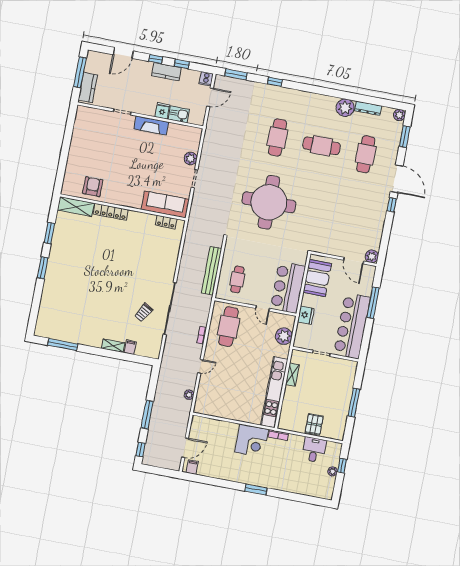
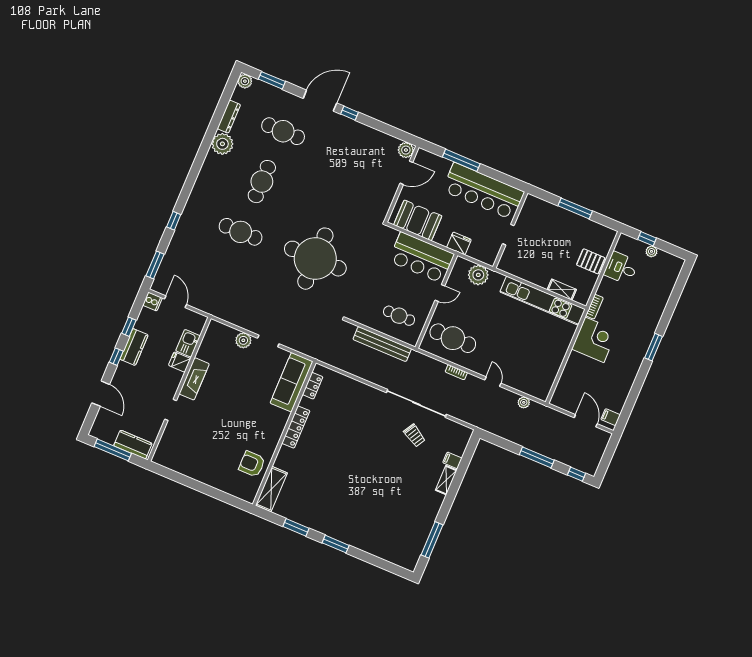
locker: (111, 212) -> (296, 427), moved
shelving: (292, 375) -> (562, 290), moved

